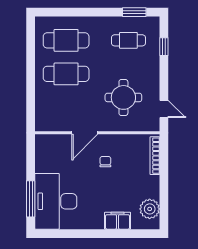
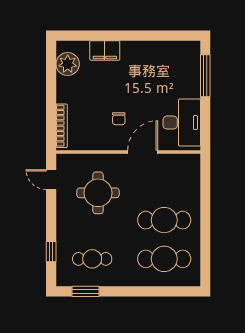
desk: (56, 201) -> (182, 123), moved, width x0.73, depth x0.77

